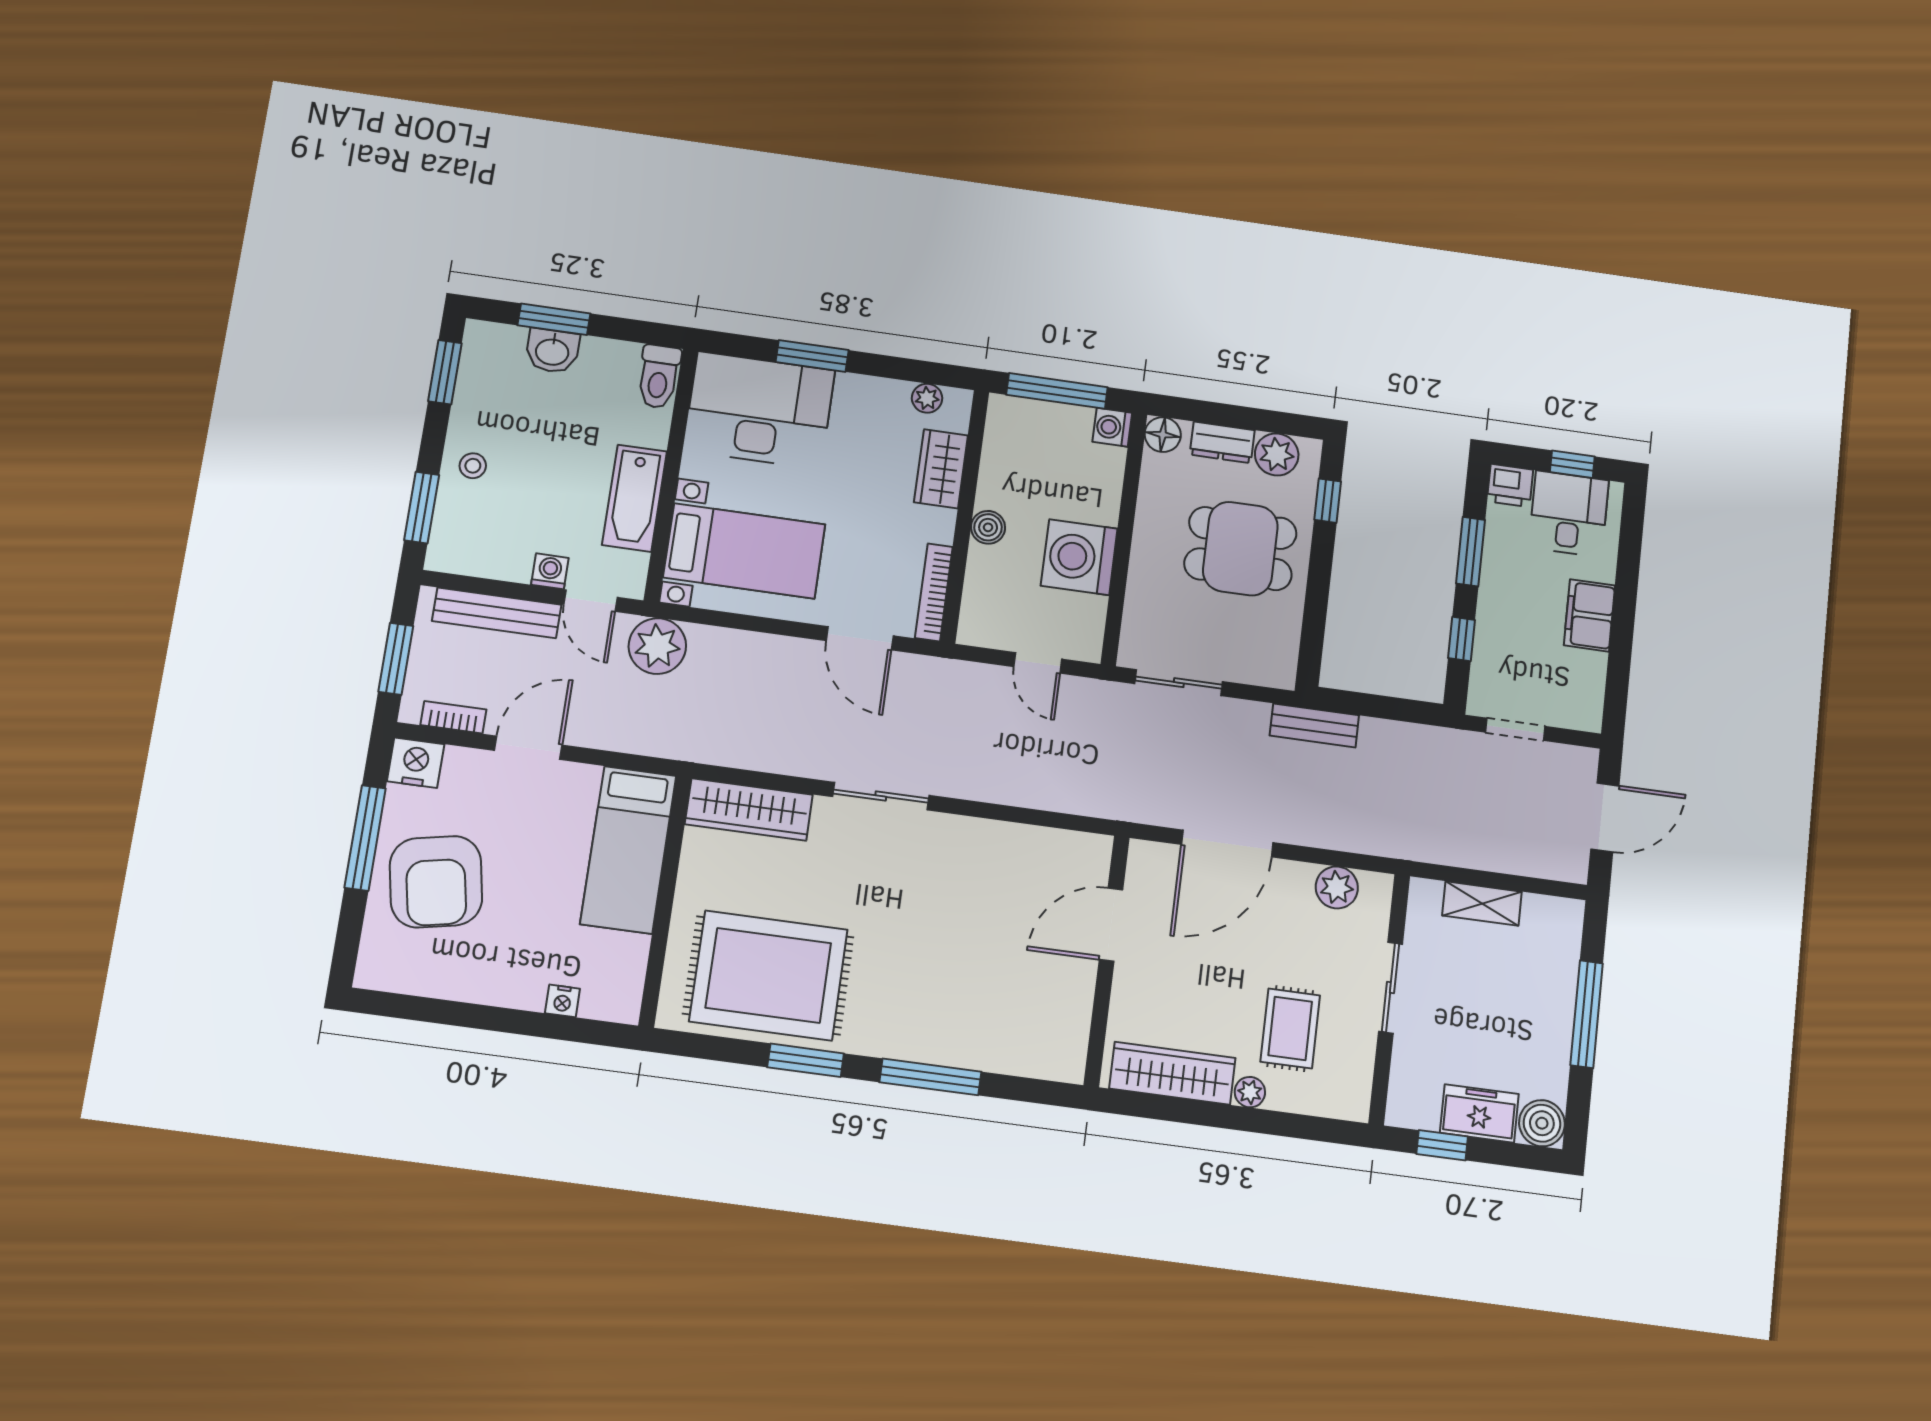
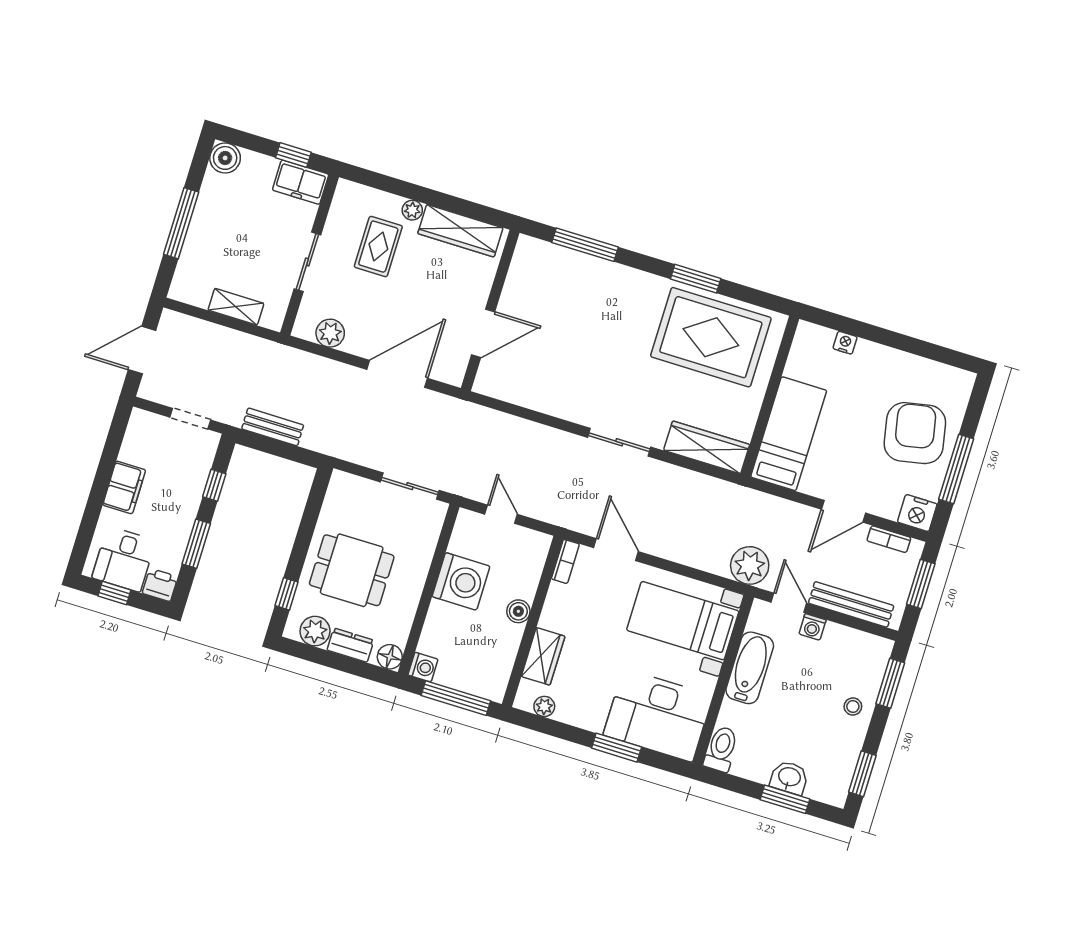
bookcase: (934, 592) -> (565, 561), width x0.64
bench: (1314, 725) -> (273, 427), moved
window: (930, 1077) -> (585, 245), moved
freezer: (1479, 1113) -> (301, 182), moved

